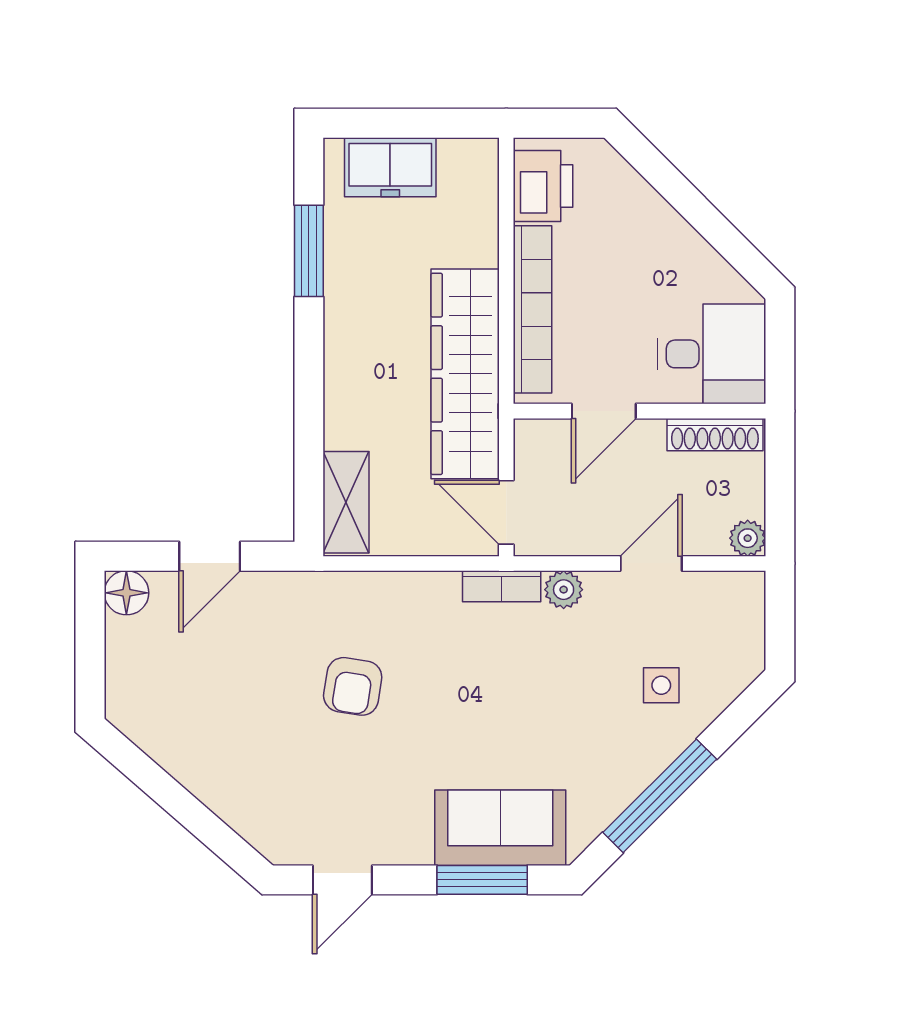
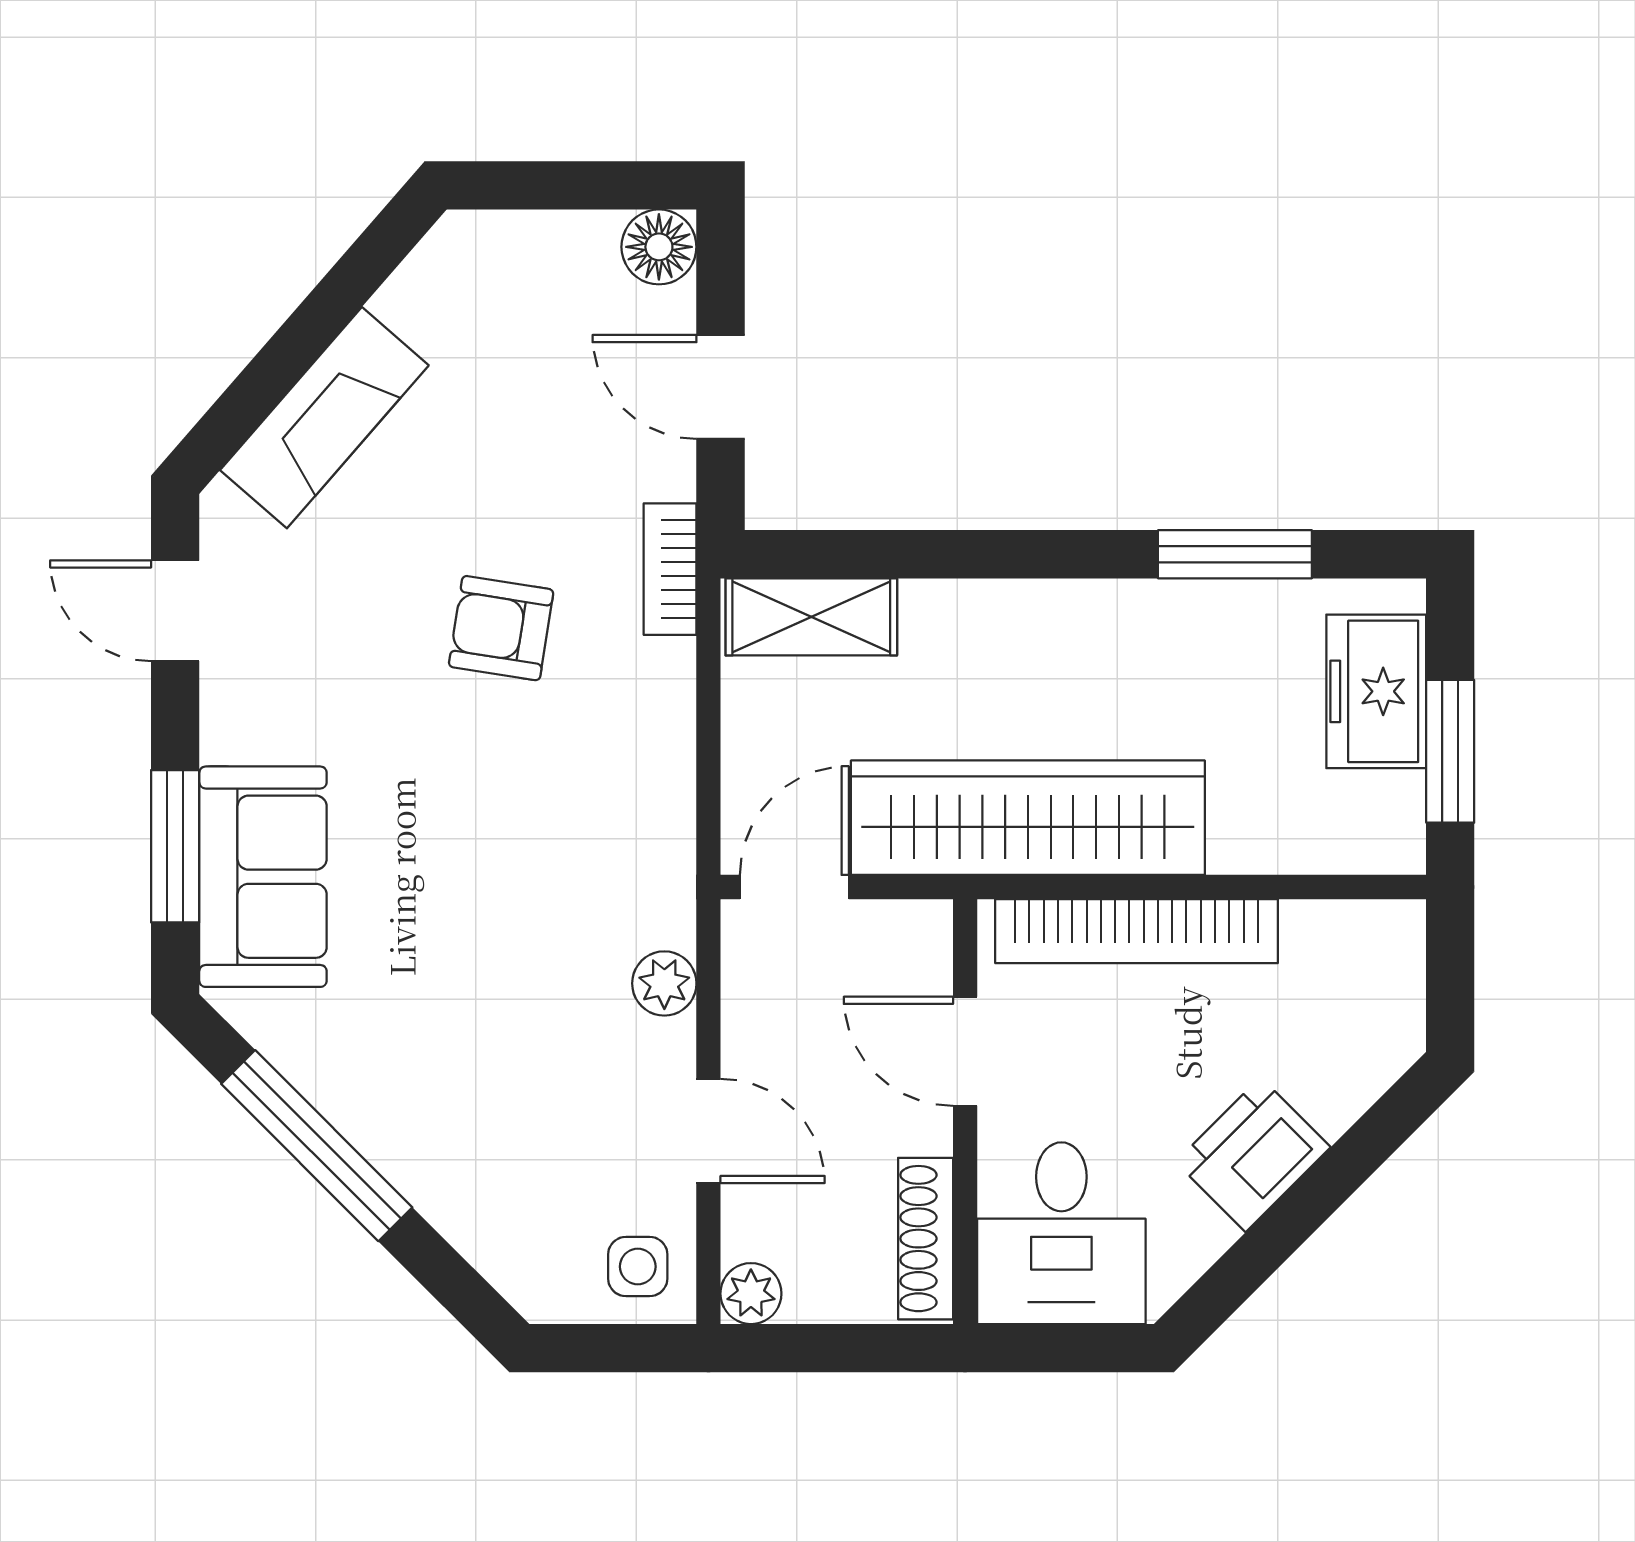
window: (426, 123) -> (1450, 751), added
printer: (543, 186) -> (1253, 1155), moved, turned 135
bookcase: (502, 586) -> (670, 569), moved
side table: (661, 685) -> (638, 1267), moved
fireplace: (228, 791) -> (324, 418), added

